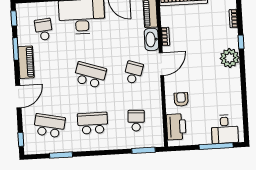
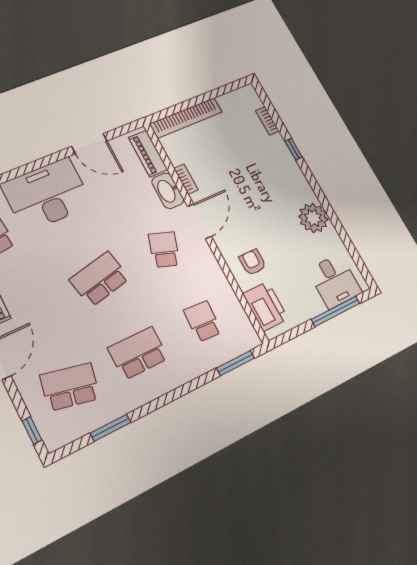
plant: (230, 58) -> (313, 218), moved
school desk: (90, 75) -> (100, 279), turned -30

